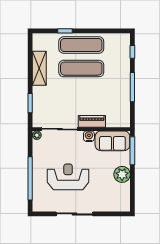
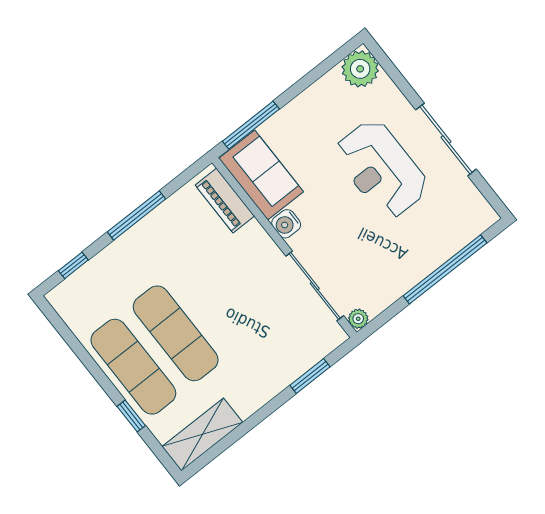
shelving: (39, 68) -> (202, 434), moved
piano: (92, 121) -> (225, 201), moved
plant: (122, 174) -> (360, 69), moved
reception desk: (68, 177) -> (381, 169), moved

